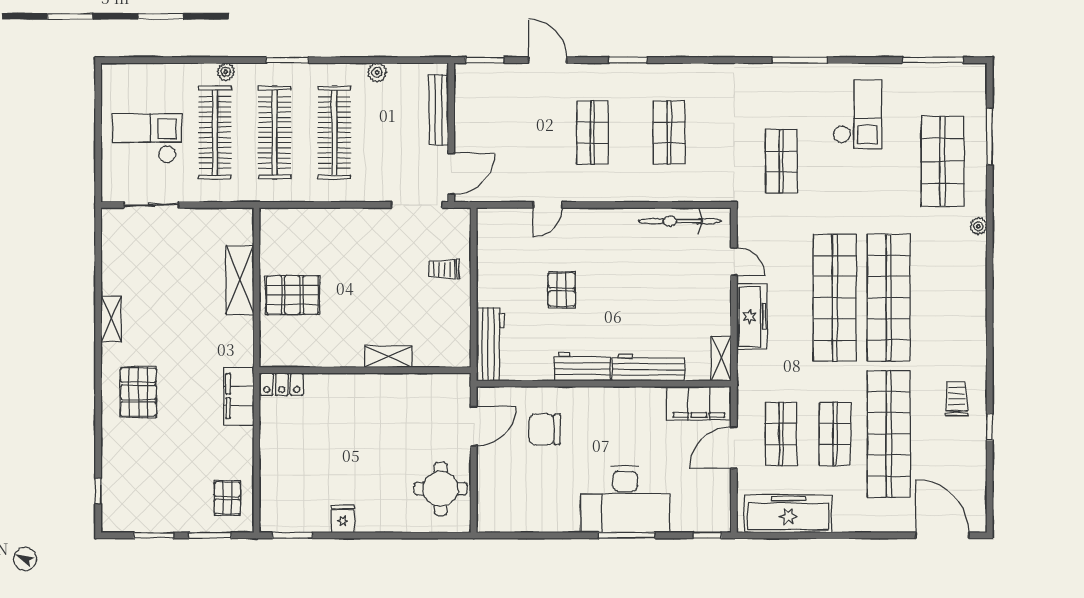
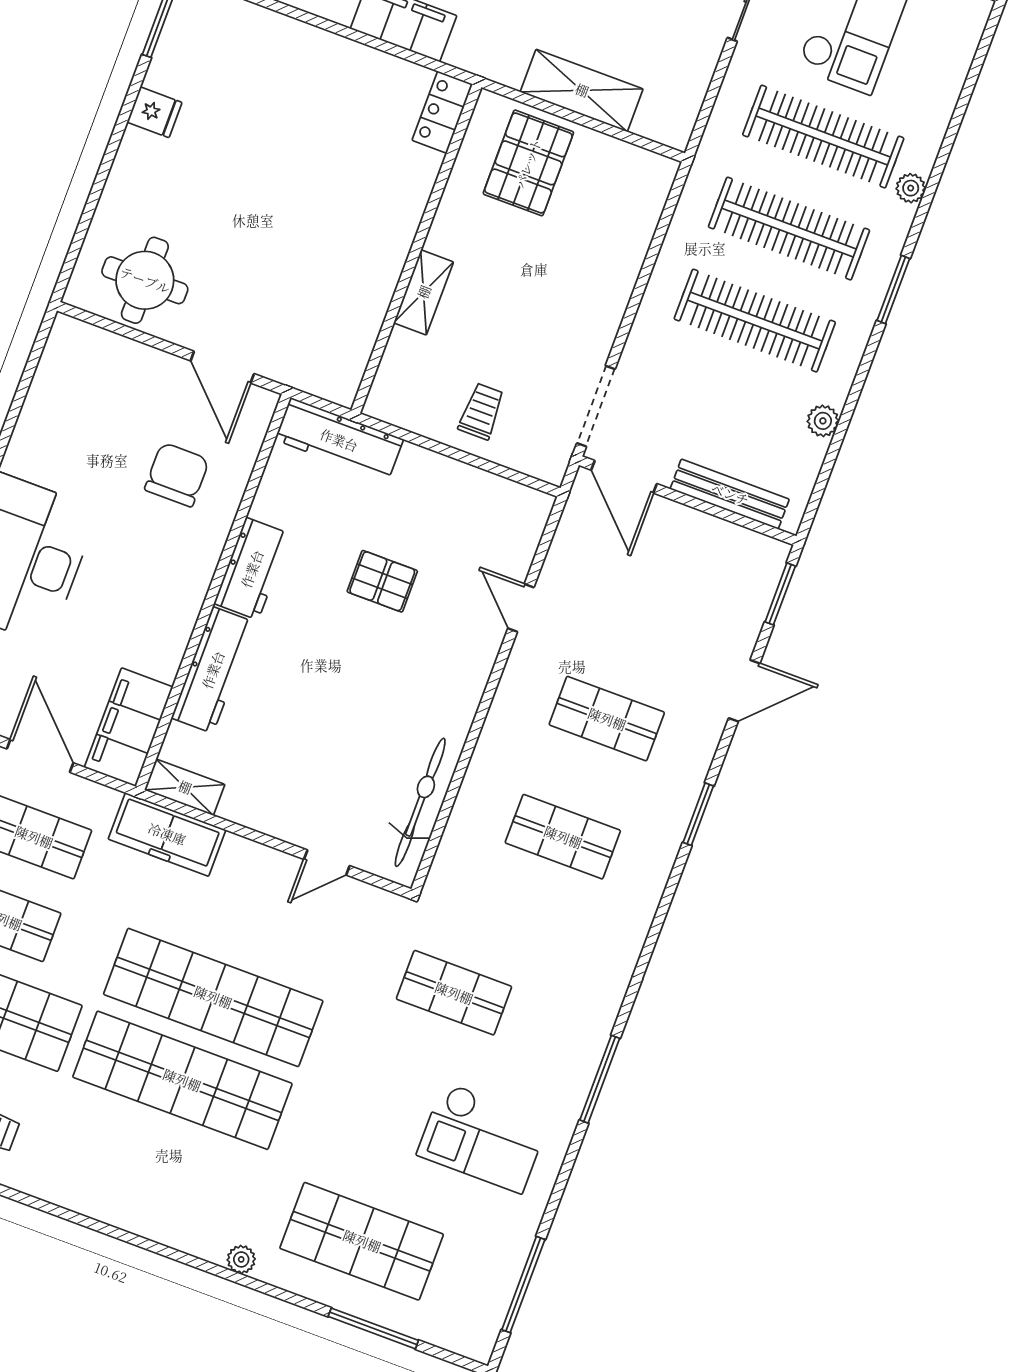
freezer: (752, 317) -> (167, 834), moved
shelving: (388, 357) -> (424, 292), moved
wall: (365, 370) -> (416, 249), moved
locker: (282, 384) -> (442, 112), moved

